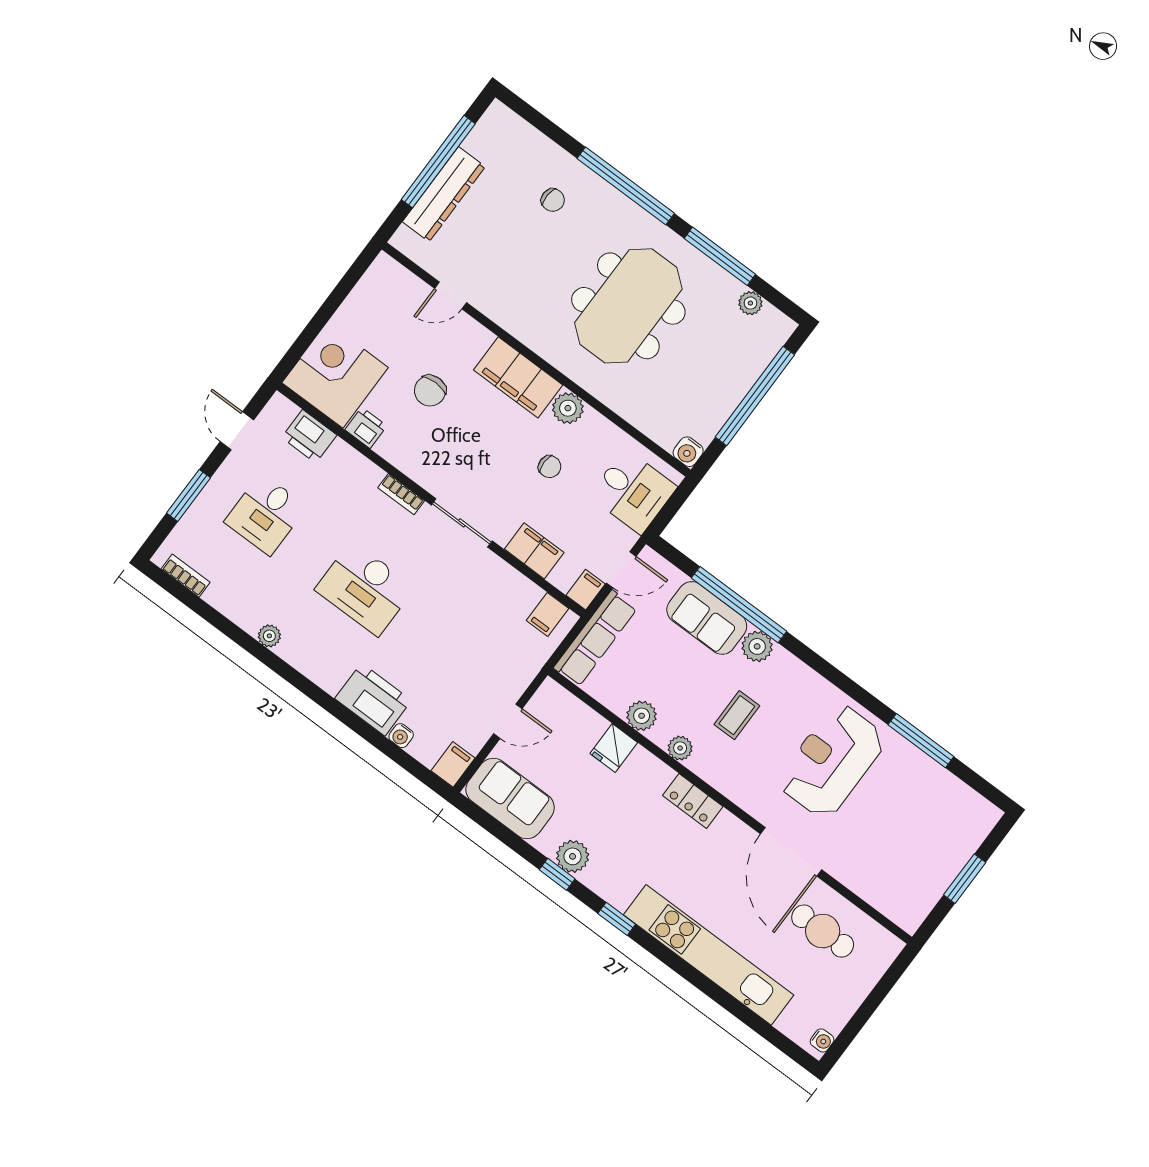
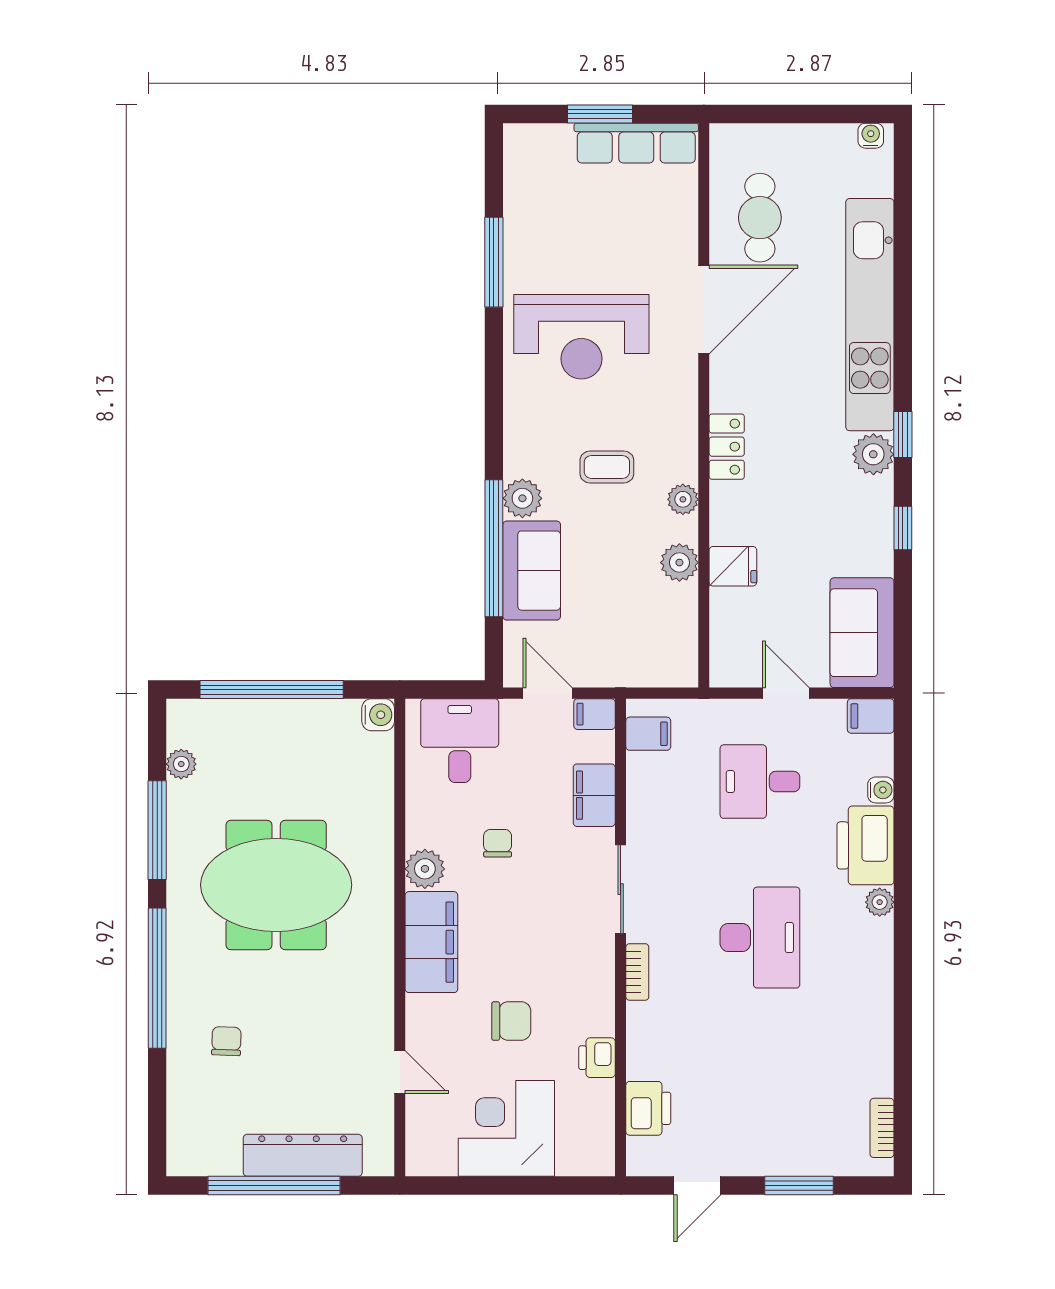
corner desk: (335, 375) -> (506, 1128), moved, turned 90
desk: (266, 514) -> (760, 782), moved, turned 180
plant: (269, 636) -> (880, 902), moved
row of seats: (595, 638) -> (636, 143), moved, turned 180
plant: (573, 856) -> (873, 454), moved

